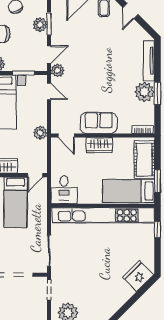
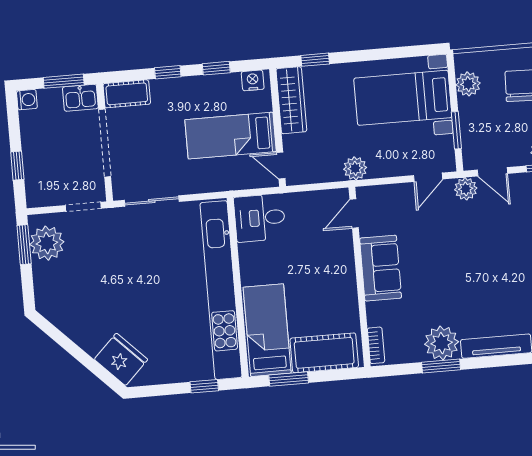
wardrobe: (99, 145) -> (343, 272), removed

